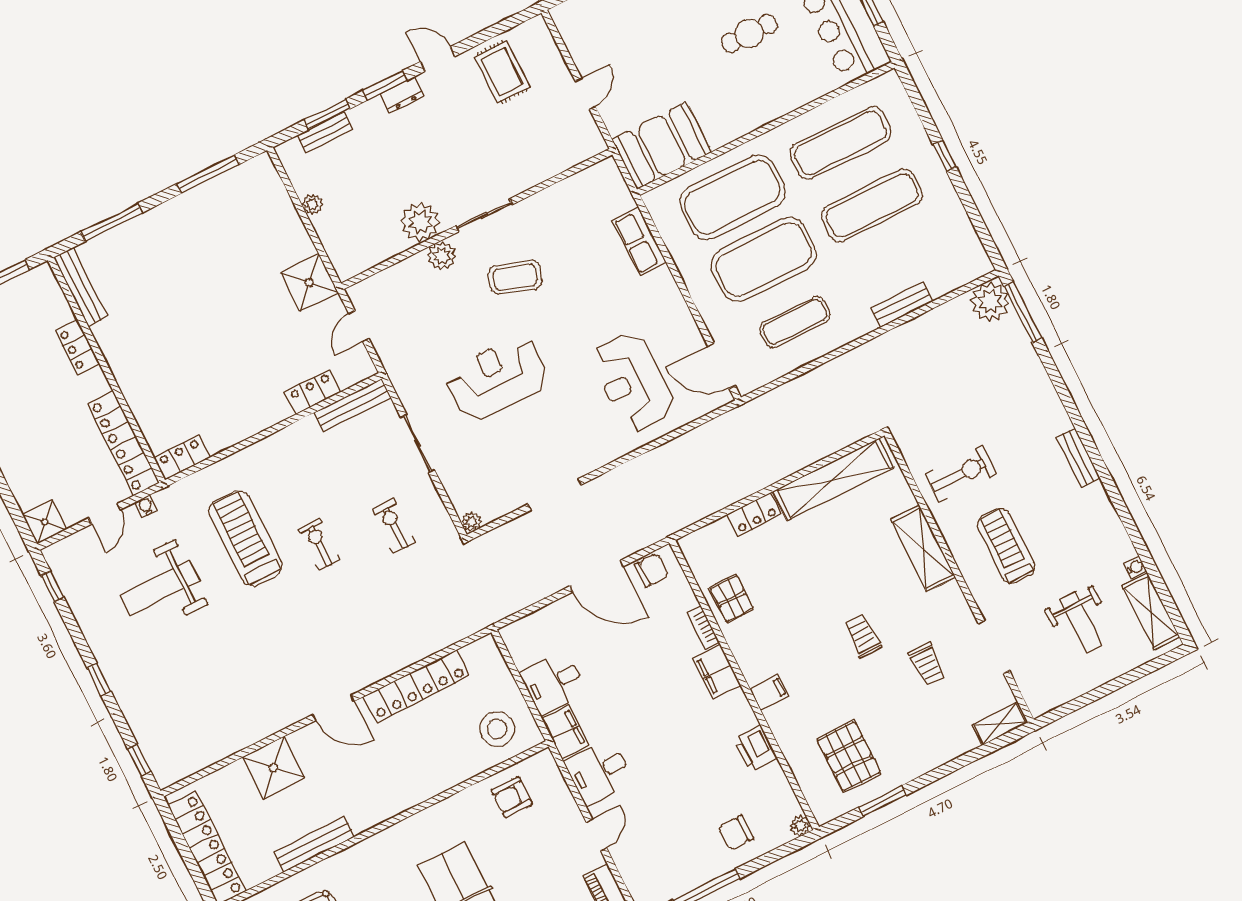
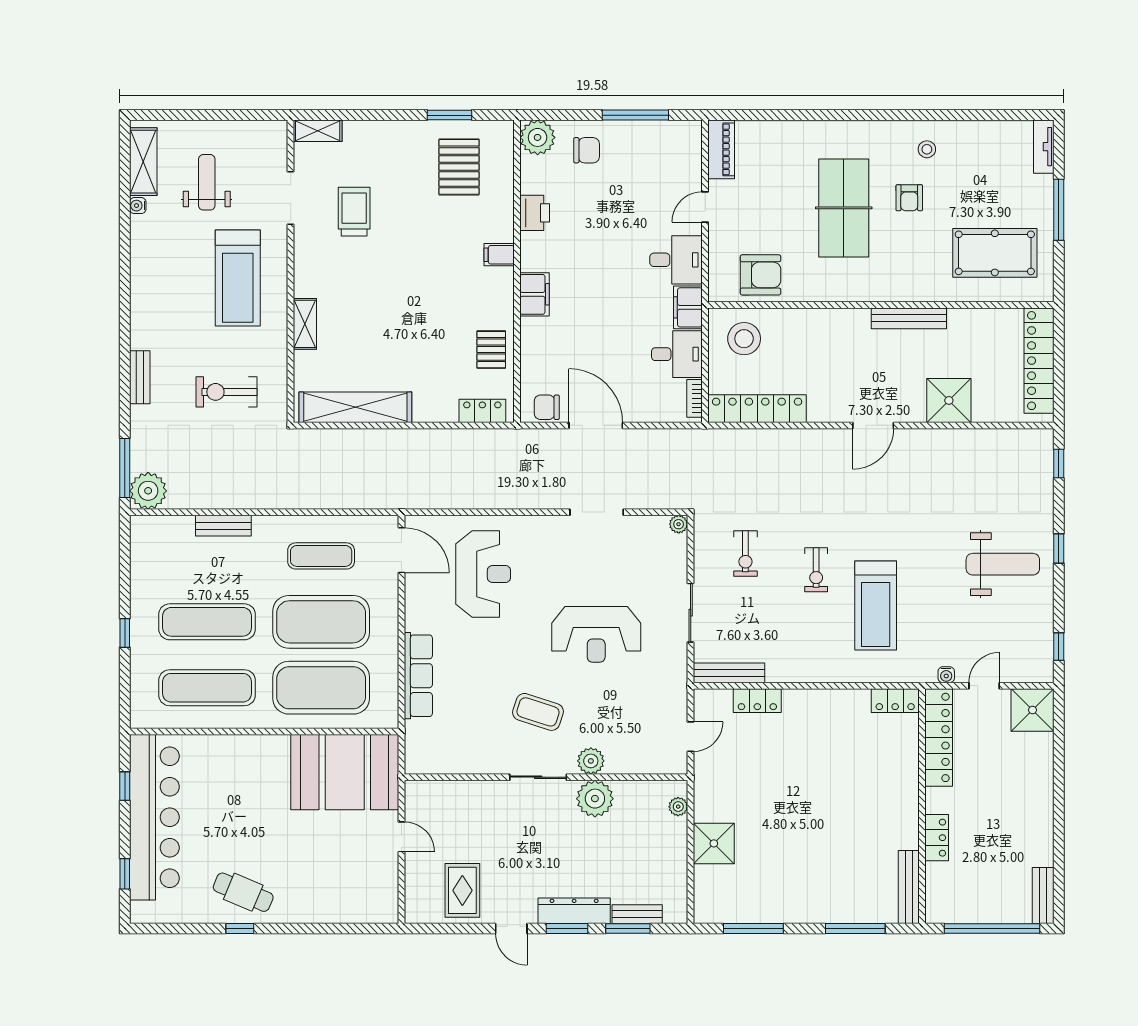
cafe table: (749, 33) -> (238, 819), removed
door: (585, 94) -> (401, 837), swing flipped
dresser: (402, 95) -> (574, 911), width x1.96, depth x1.24
booth: (662, 146) -> (345, 772), width x1.36, depth x1.42
plant: (312, 204) -> (678, 807), moved
row of seats: (639, 241) -> (418, 676), width x1.48
shower: (309, 283) -> (714, 843), moved
bench: (1078, 458) -> (140, 377), moved
exercise bike: (961, 474) -> (226, 392), moved
locker: (754, 515) -> (482, 411), moved
shower: (44, 522) -> (1033, 710), width x1.36, depth x1.36
treadmill: (1006, 546) -> (238, 278), width x1.37, depth x1.38
shelving: (923, 548) -> (305, 324), width x0.67, depth x0.75
weight bench: (160, 588) -> (1003, 564), moved
bookcase: (703, 628) -> (695, 398), moved, turned 180
trolley: (863, 636) -> (396, 263), removed
trolley: (927, 664) -> (354, 212), width x1.36, depth x1.39
locker: (417, 686) -> (757, 409), moved
door: (333, 708) -> (873, 425), swing flipped
armchair: (512, 797) -> (760, 275), width x1.38, depth x1.38
plant: (800, 826) -> (538, 137), width x1.88, depth x1.88
bench: (314, 844) -> (909, 318), moved

